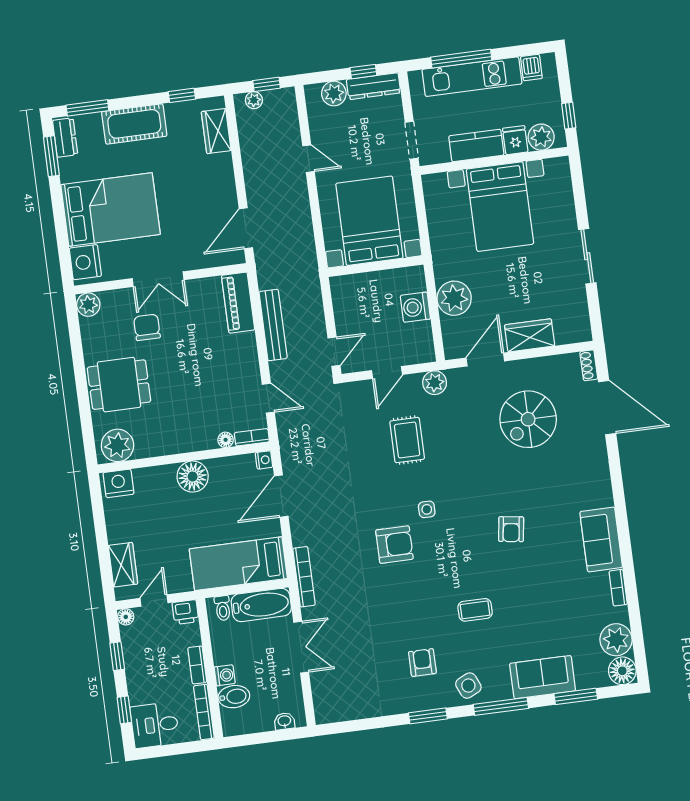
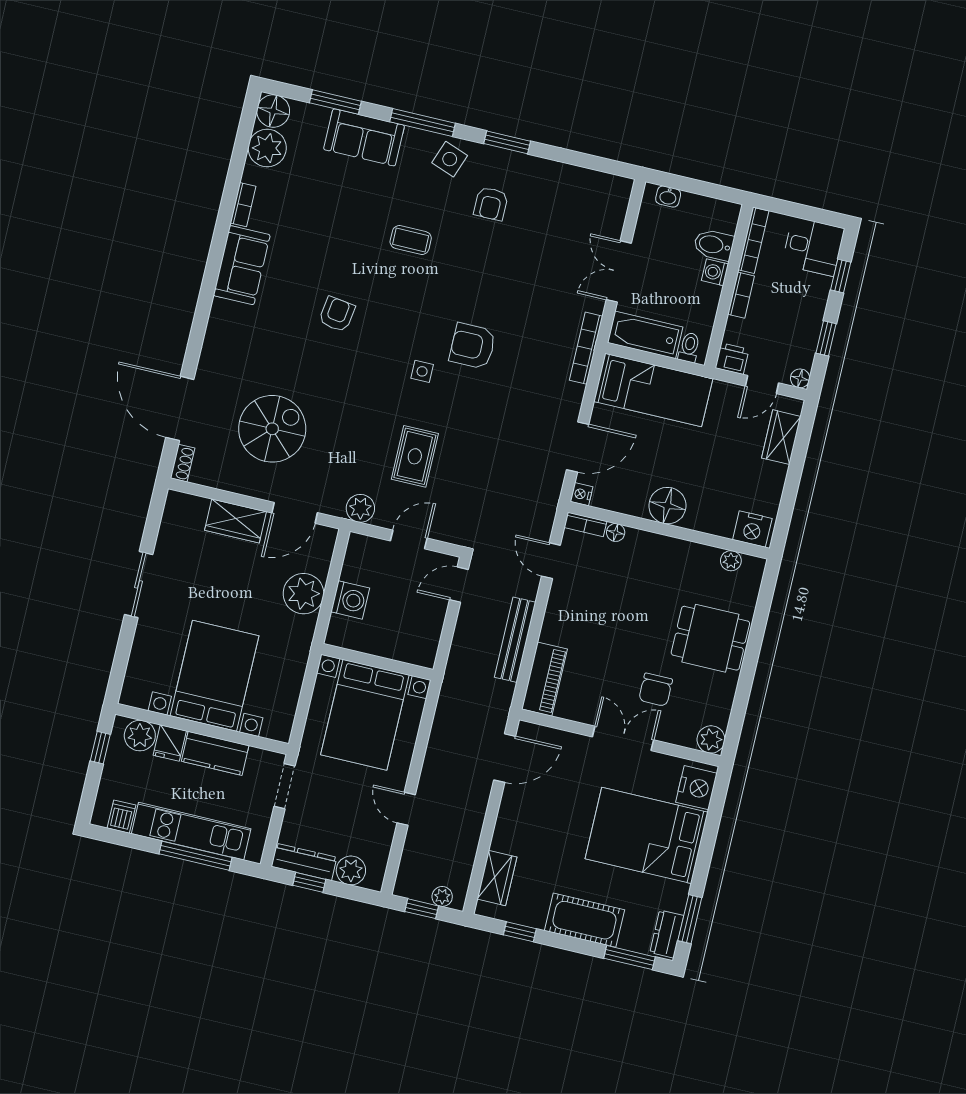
plant: (117, 445) -> (731, 561), width x0.53, depth x0.53
side table: (468, 686) -> (450, 159), turned 45

